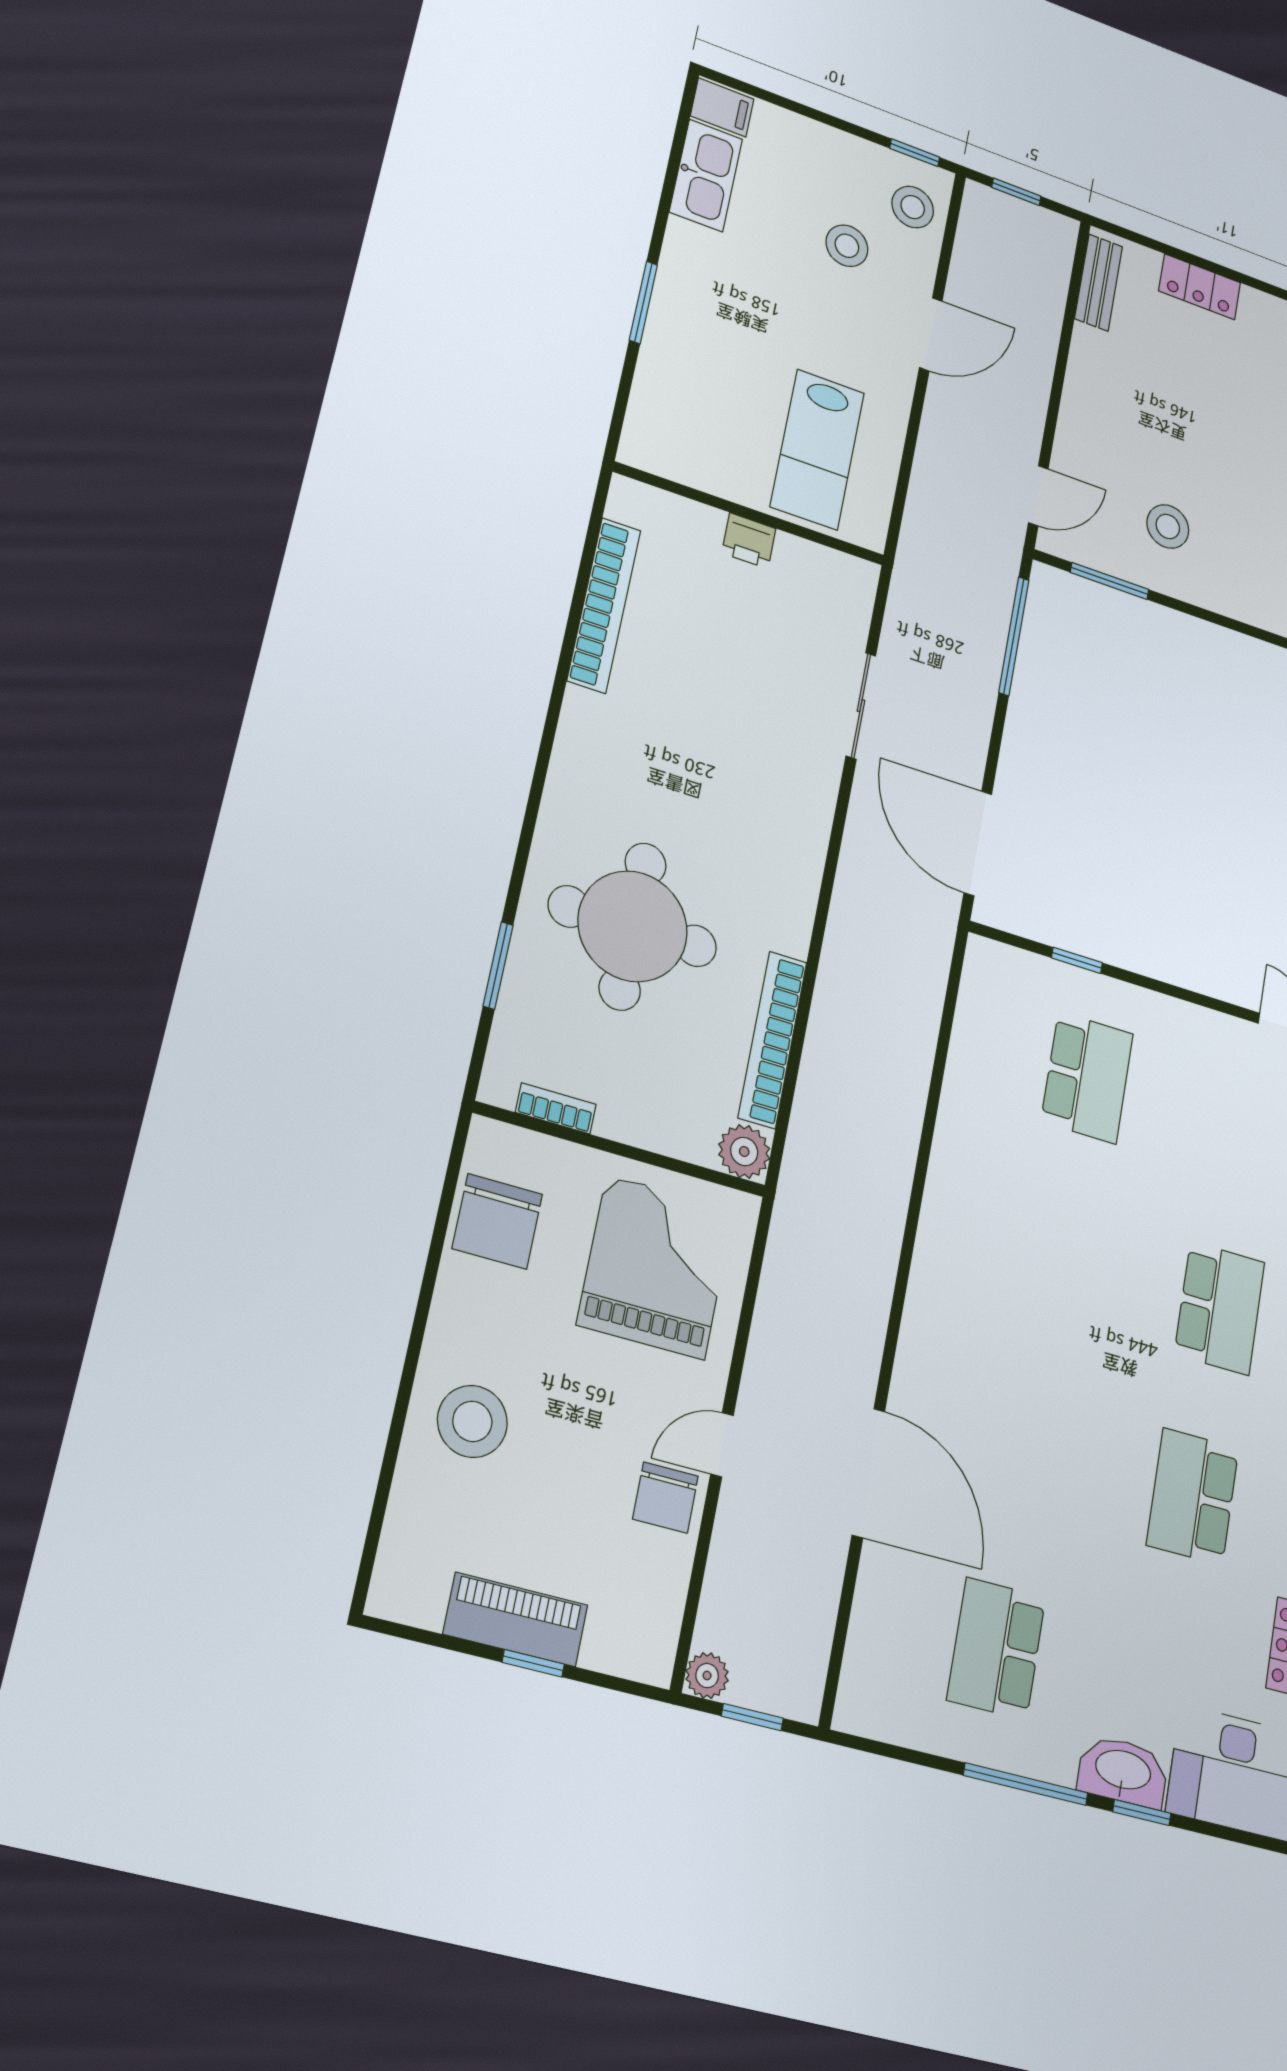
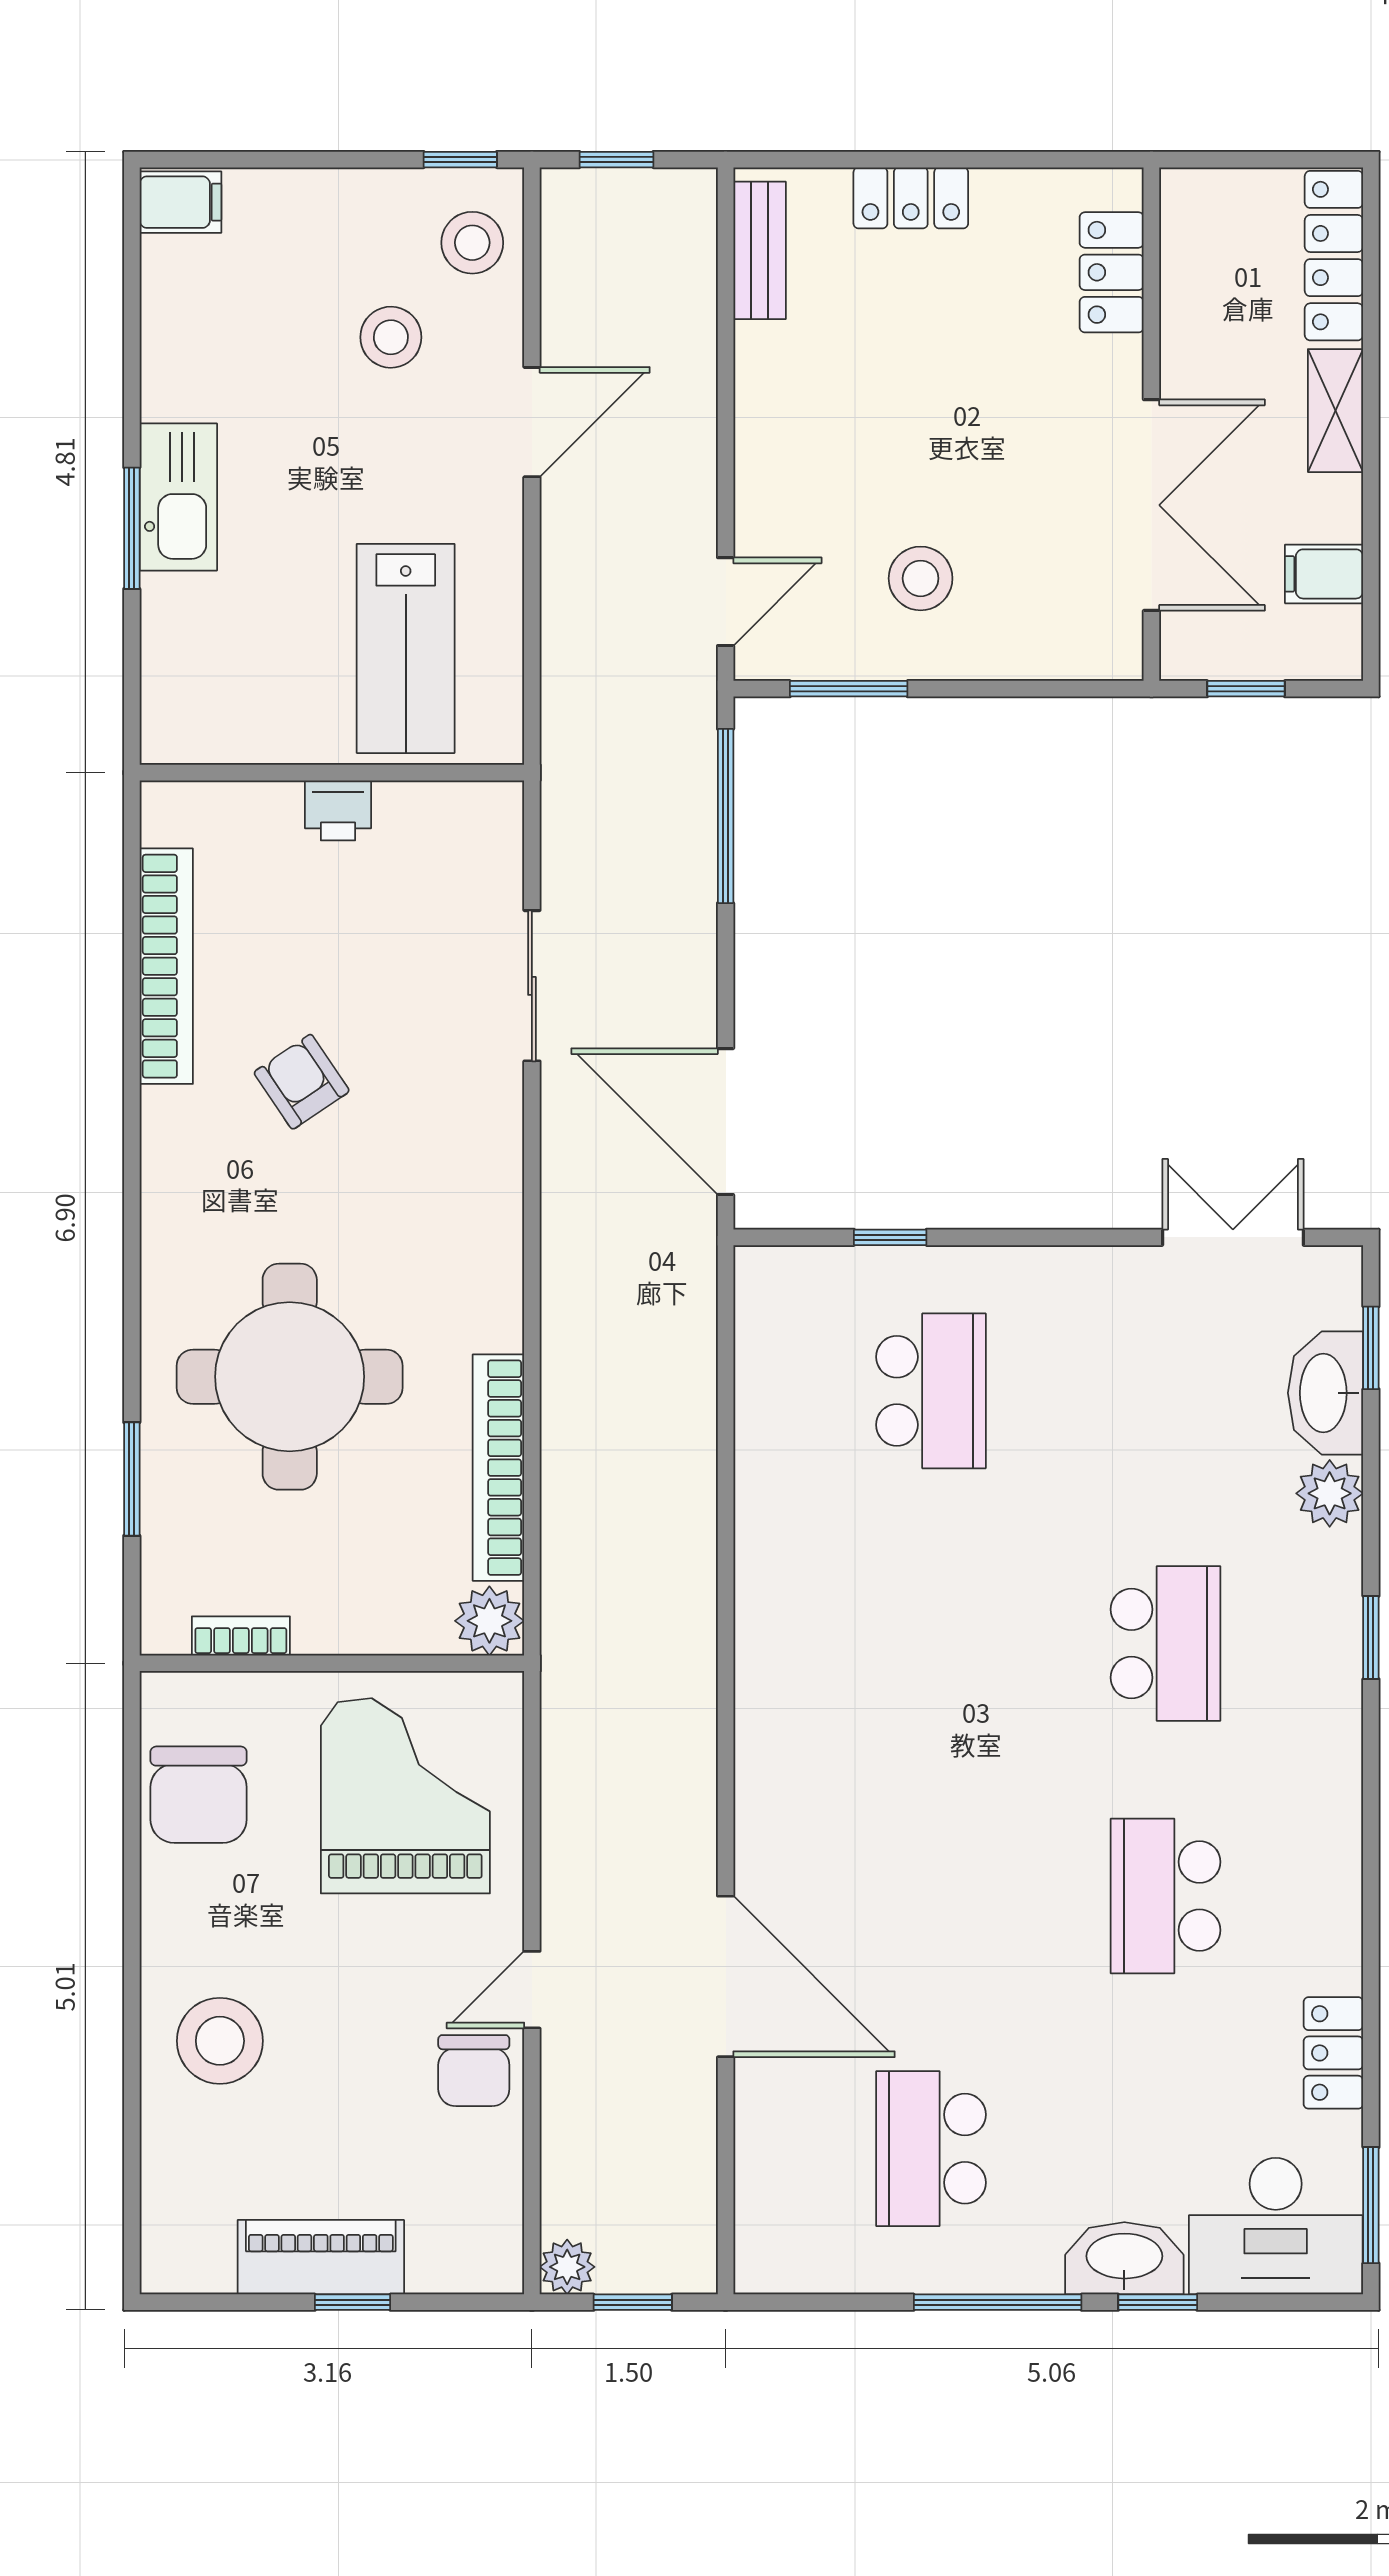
kitchen sink: (706, 176) -> (178, 497), moved
armchair: (685, 718) -> (302, 1082), added

